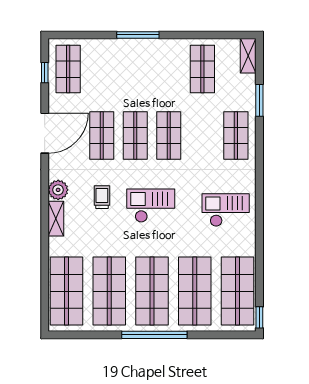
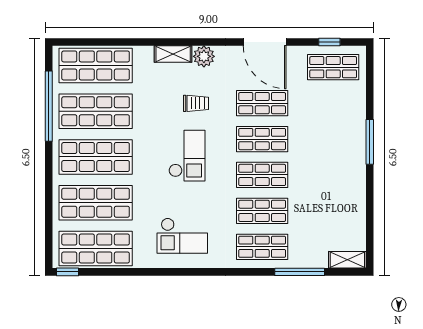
shop shelf: (202, 69) -> (262, 211), moved
window: (259, 100) -> (300, 272), width x1.44
checkout: (226, 210) -> (182, 236), turned 90
window: (154, 335) -> (49, 106), moved

